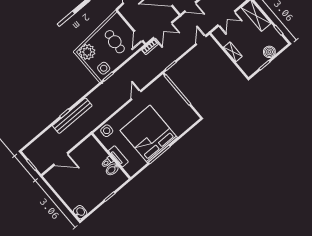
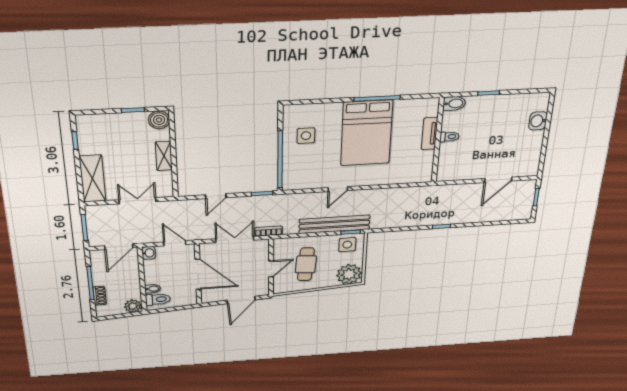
door: (138, 36) -> (271, 269), moved
door: (201, 40) -> (216, 196), moved
boiler: (269, 52) -> (159, 120), moved
bench: (72, 116) -> (334, 224), moved
side table: (107, 131) -> (306, 136), moved
bed: (149, 134) -> (367, 133), width x0.73
door: (61, 159) -> (498, 180), swing flipped
bidet: (112, 169) -> (454, 103), moved
washbasin: (80, 212) -> (538, 121), moved

